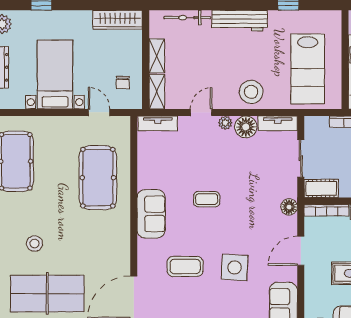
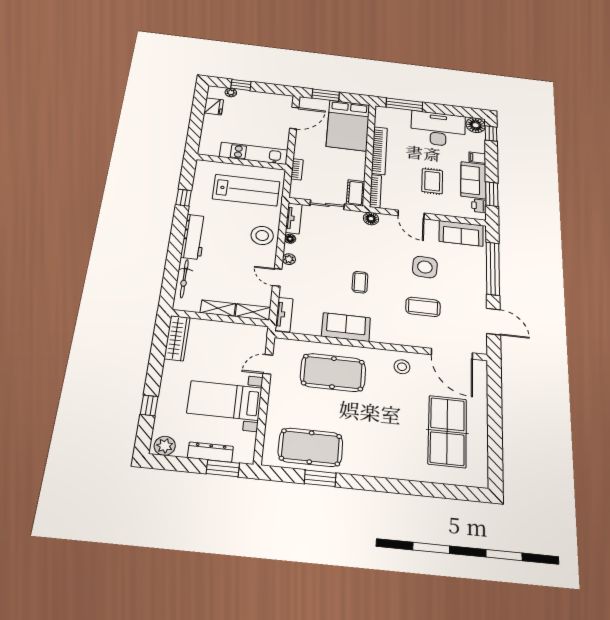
chair: (123, 83) -> (240, 340), removed
floor lamp: (246, 127) -> (290, 239), width x0.53, depth x0.53
sofa: (151, 214) -> (346, 327), moved
stool: (34, 244) -> (402, 367), moved
coffee table: (185, 266) -> (423, 307), turned 90

